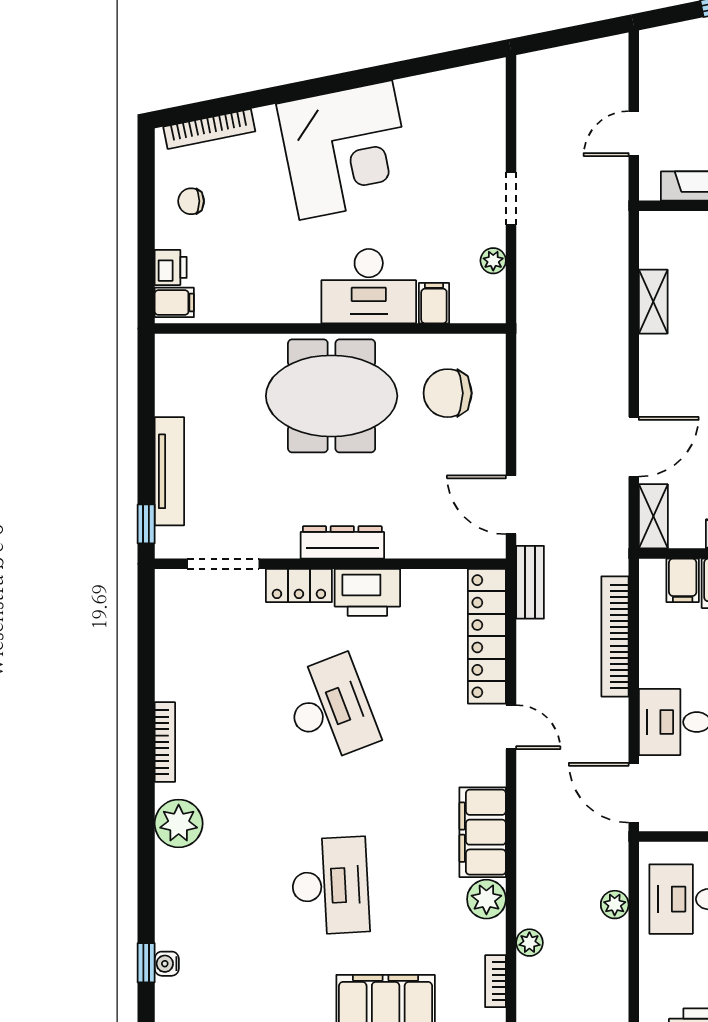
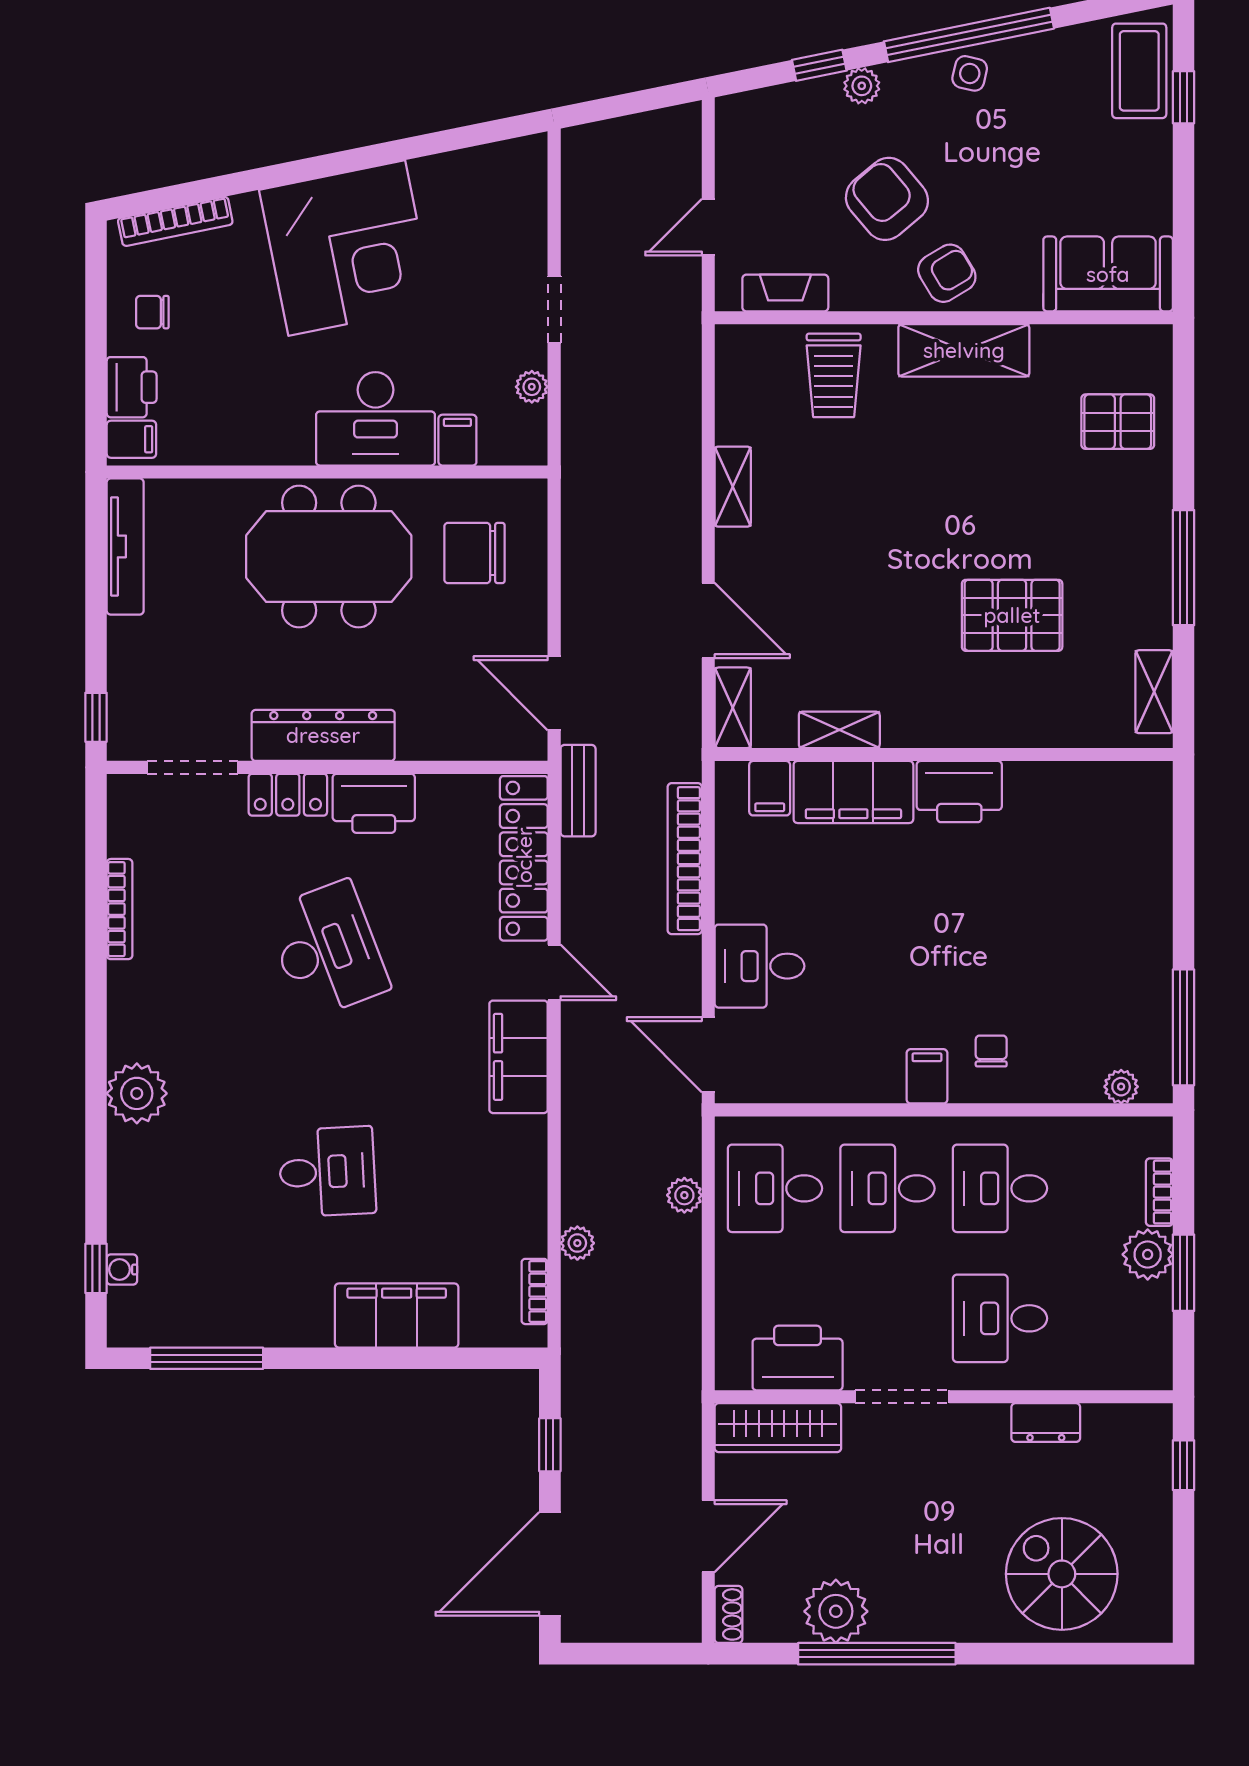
printer: (171, 267) -> (132, 387), width x1.36, depth x1.24
shelving: (653, 302) -> (733, 487), moved
door: (634, 447) -> (708, 620), hinge flipped
tv unit: (169, 471) -> (125, 546), moved
dresser: (342, 542) -> (323, 735), width x1.37, depth x1.24
bookcase: (165, 742) -> (120, 909), moved
filing cabinet: (483, 832) -> (519, 1057), moved
desk: (330, 886) -> (327, 1172), width x0.73
plant: (486, 899) -> (523, 1188), removed

